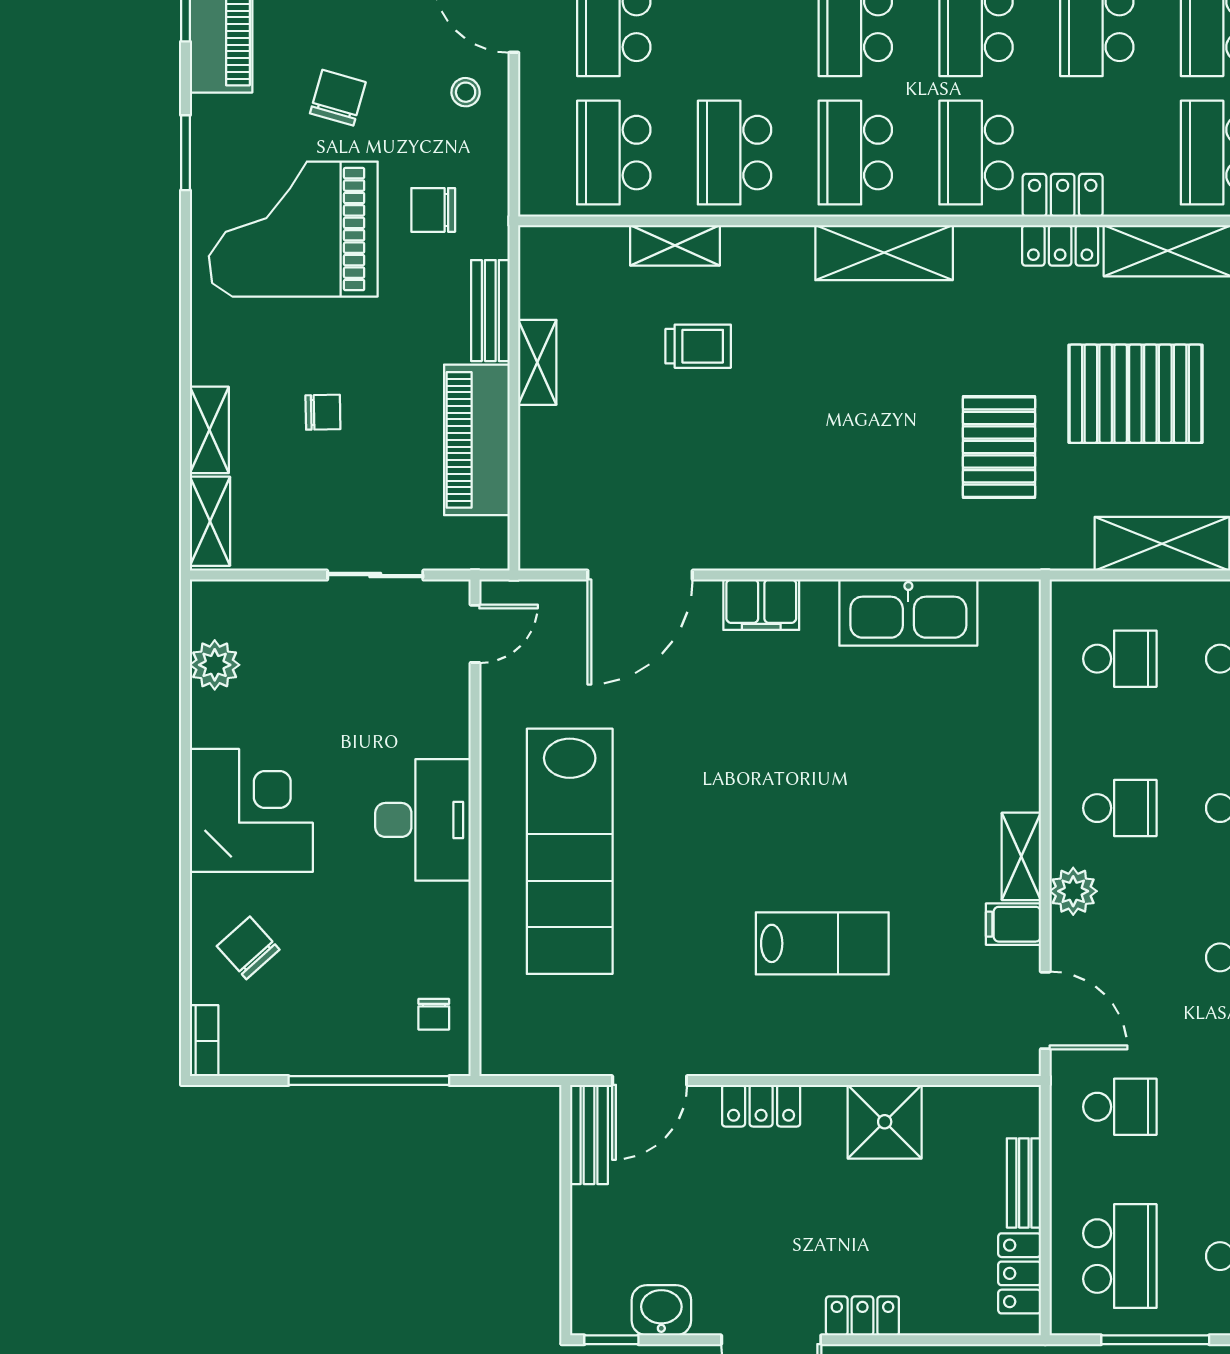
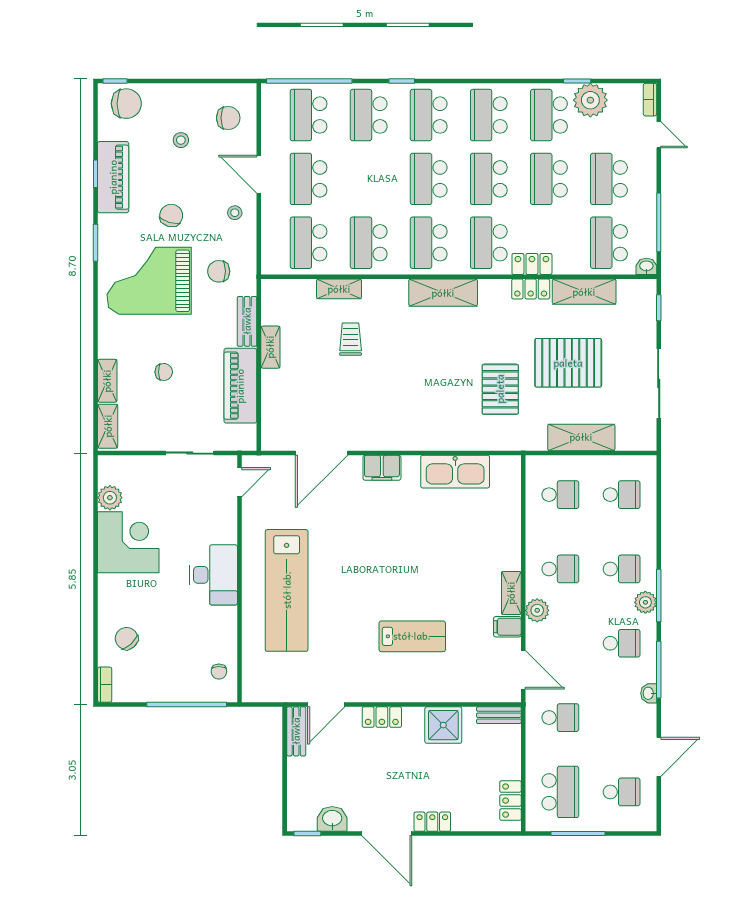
trolley: (698, 346) -> (351, 339), turned -90
corner desk: (251, 810) -> (128, 542), moved
bench: (1024, 1183) -> (499, 715), moved, turned 90

